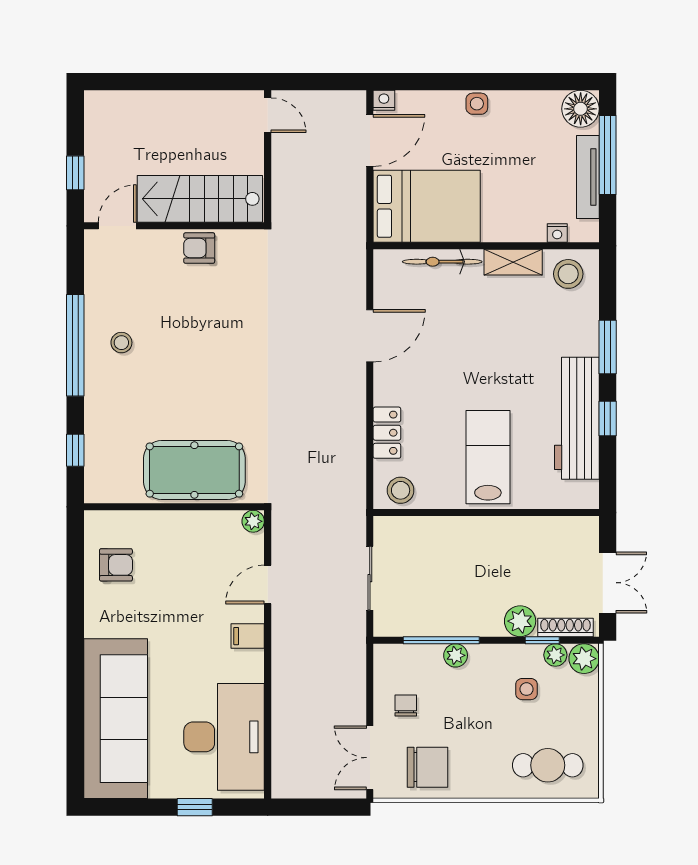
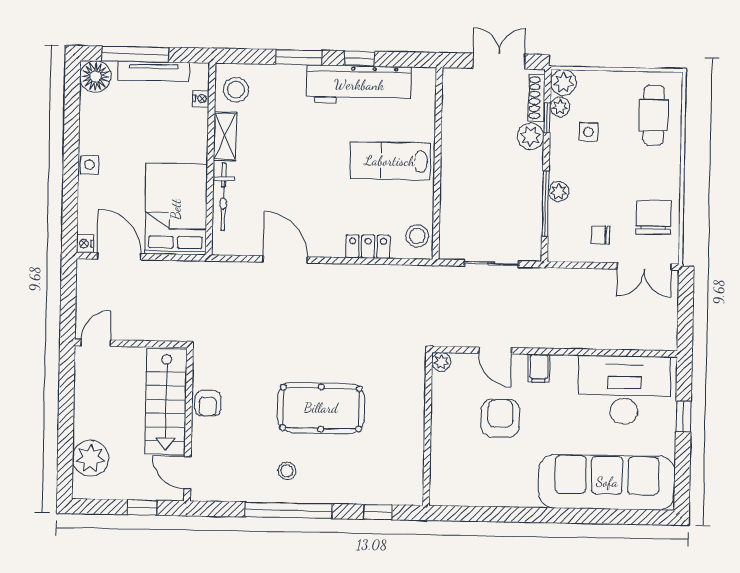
plant: (132, 111) -> (90, 458), added
pool table: (194, 470) -> (321, 408), moved, turned 90
armchair: (116, 565) -> (500, 418), moved, width x1.38, depth x1.38

